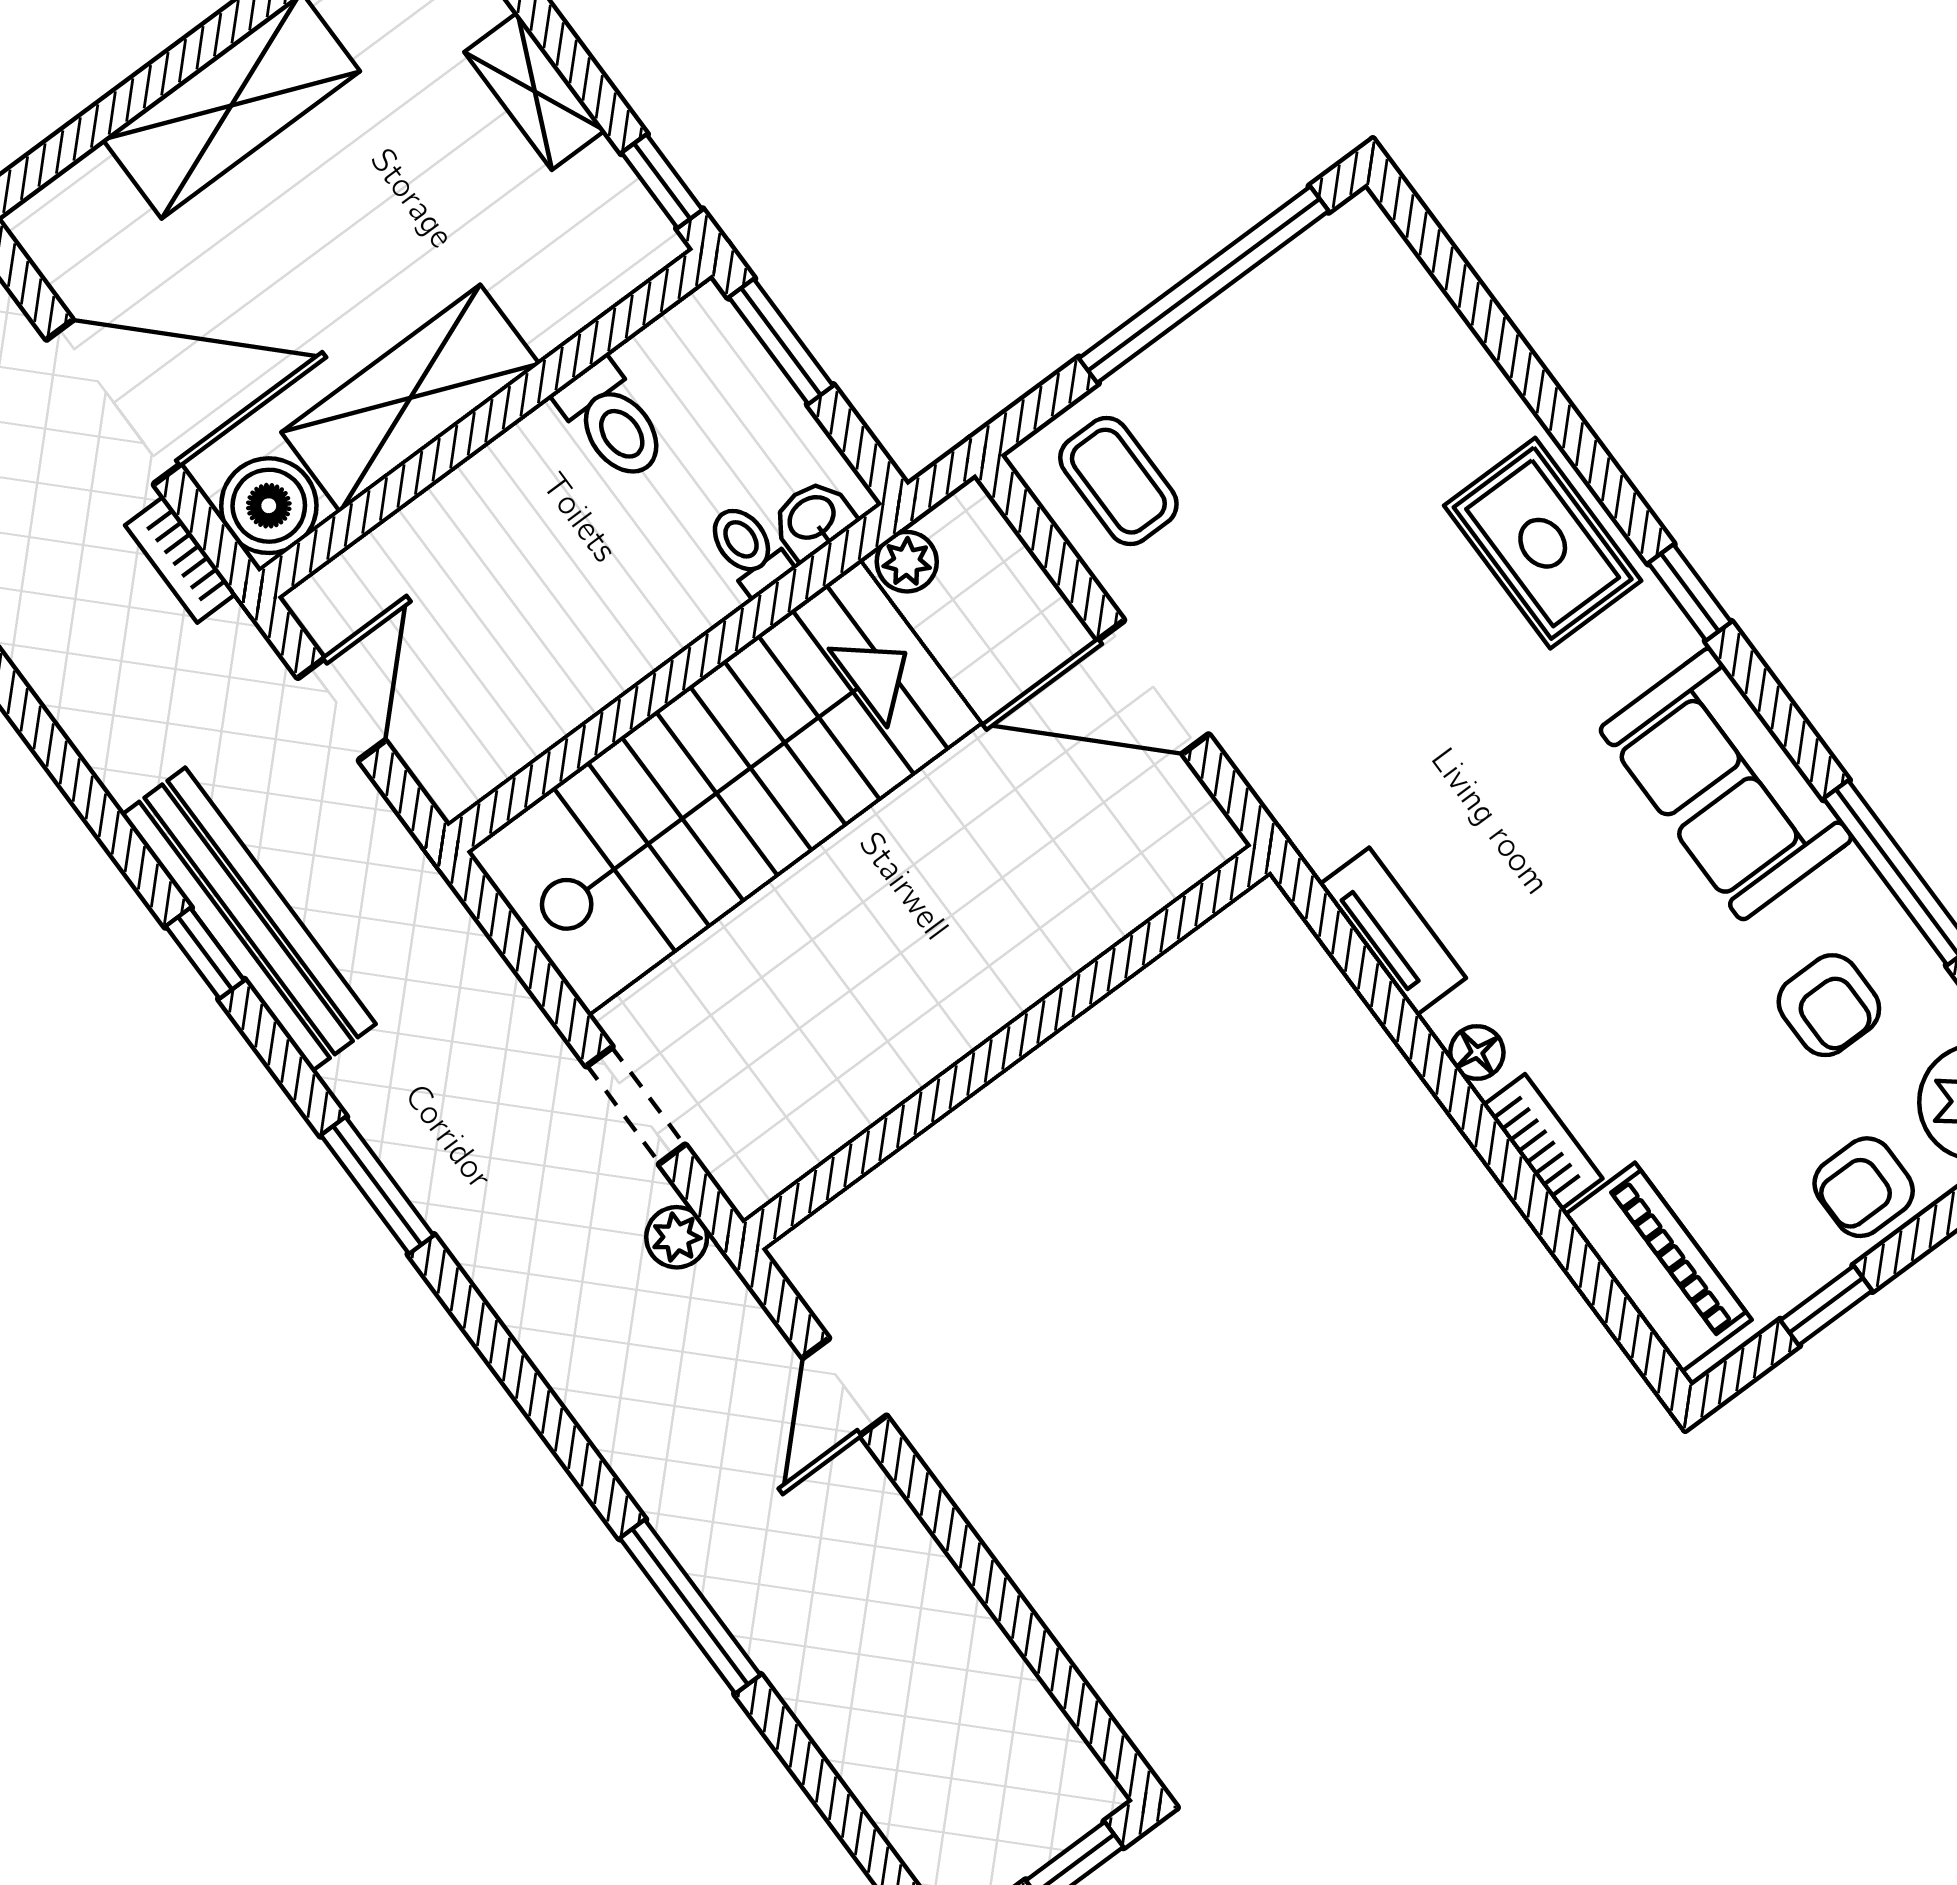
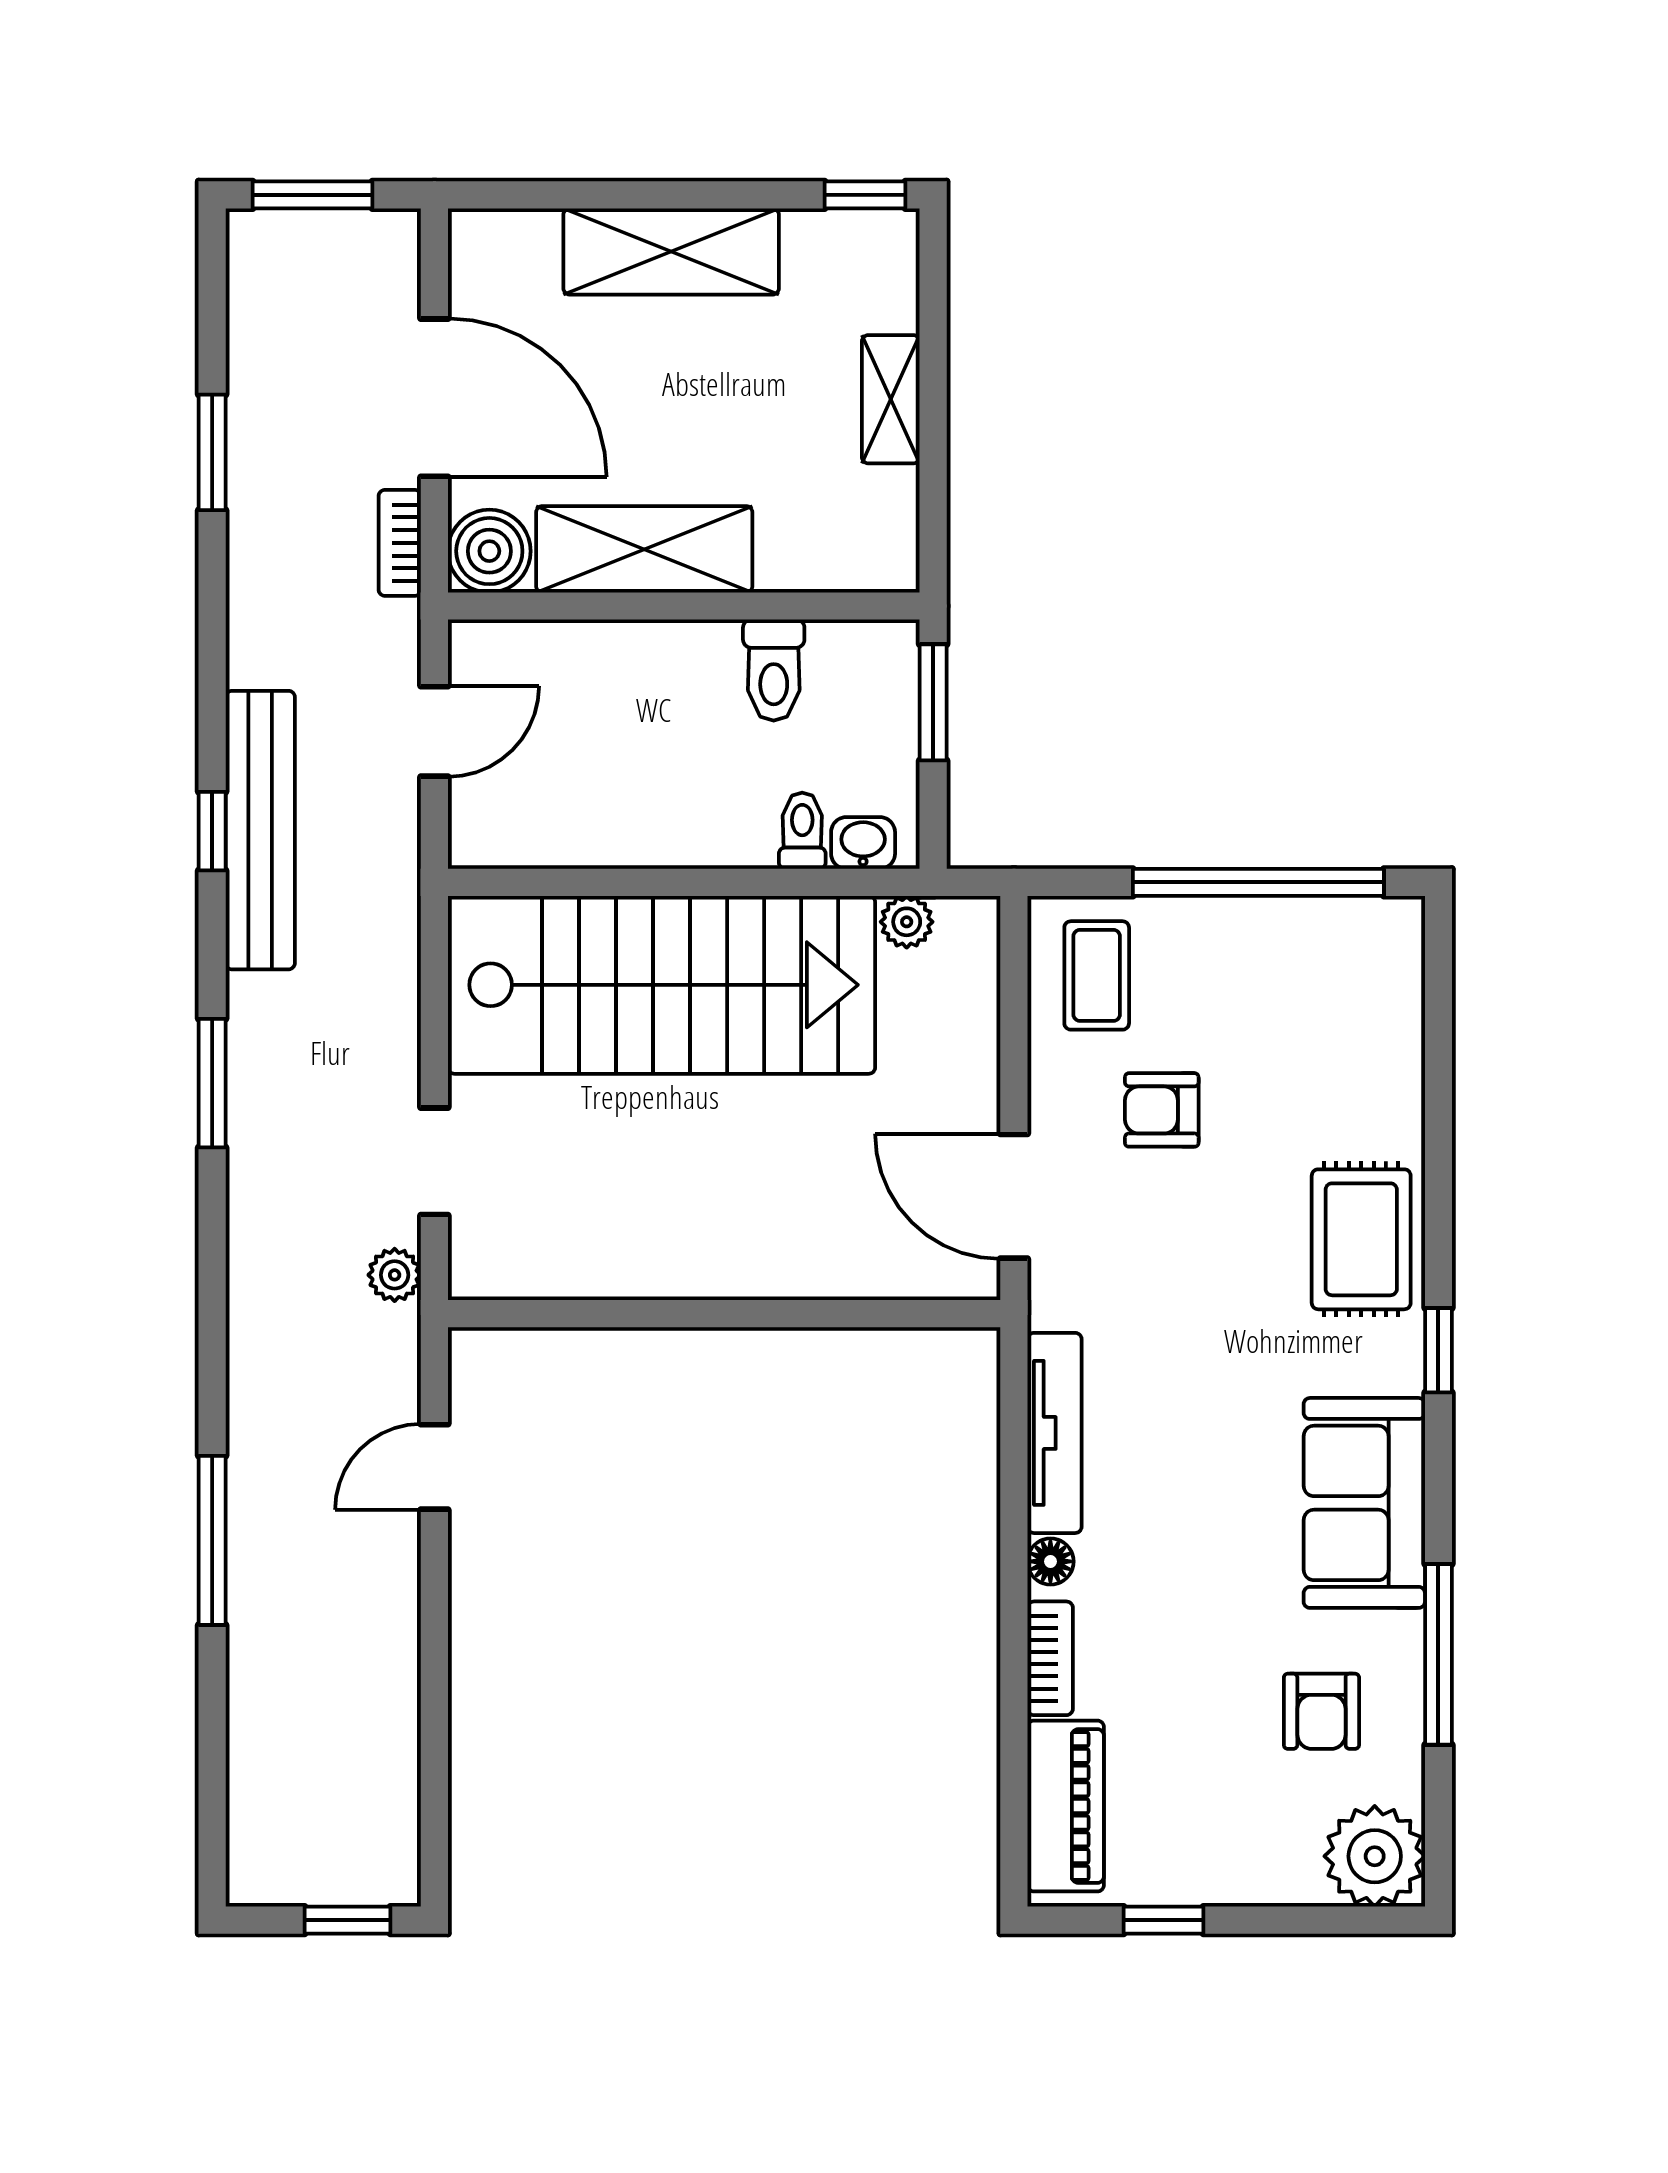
window: (662, 181) -> (933, 528), removed
door: (1153, 687) -> (1014, 1196), moved
tv unit: (1393, 931) -> (1055, 1433), width x1.41
armchair: (1864, 1187) -> (1162, 1110), moved

